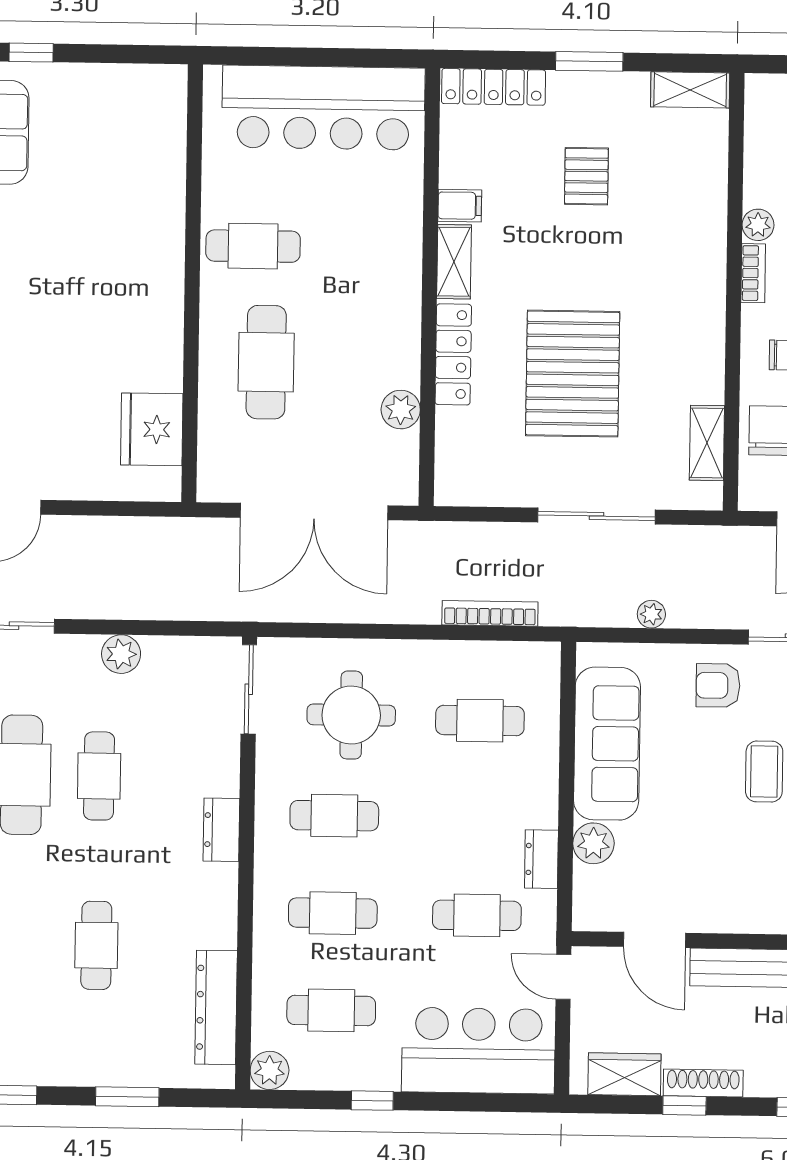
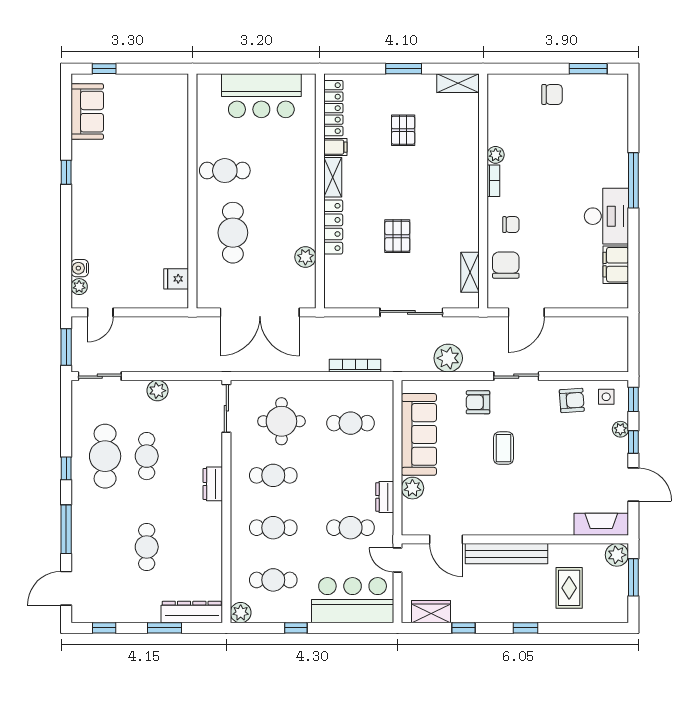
locker: (494, 87) -> (333, 108), moved, turned -90
bar counter: (323, 108) -> (261, 96), width x0.73
pallet: (573, 374) -> (397, 236), width x0.49, depth x0.50
fridge: (152, 429) -> (176, 279), width x0.53, depth x0.75
plant: (651, 614) -> (448, 358), width x1.88, depth x1.88
dresser: (216, 1007) -> (192, 612), moved, turned 90
shoe rack: (703, 1083) -> (473, 616), removed

